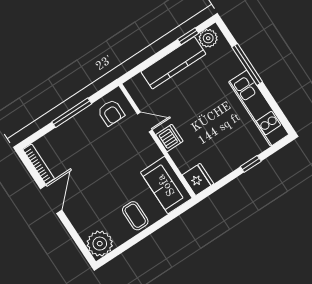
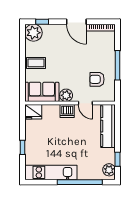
kitchen counter: (173, 63) -> (108, 126), moved
window: (247, 64) -> (80, 182), width x1.46
armchair: (111, 113) -> (97, 79), moved
door: (145, 122) -> (85, 103), hinge flipped
plant: (151, 152) -> (66, 95), added
window: (79, 242) -> (42, 22), added

